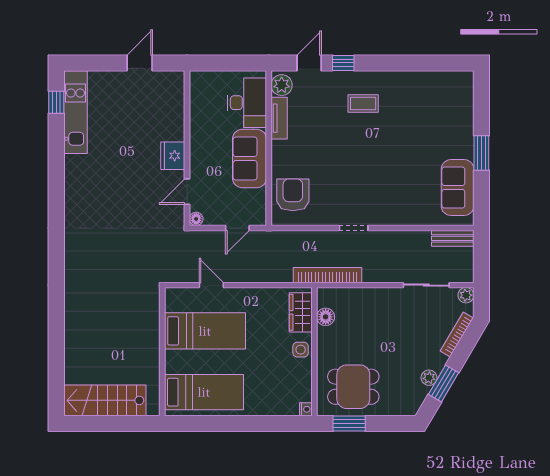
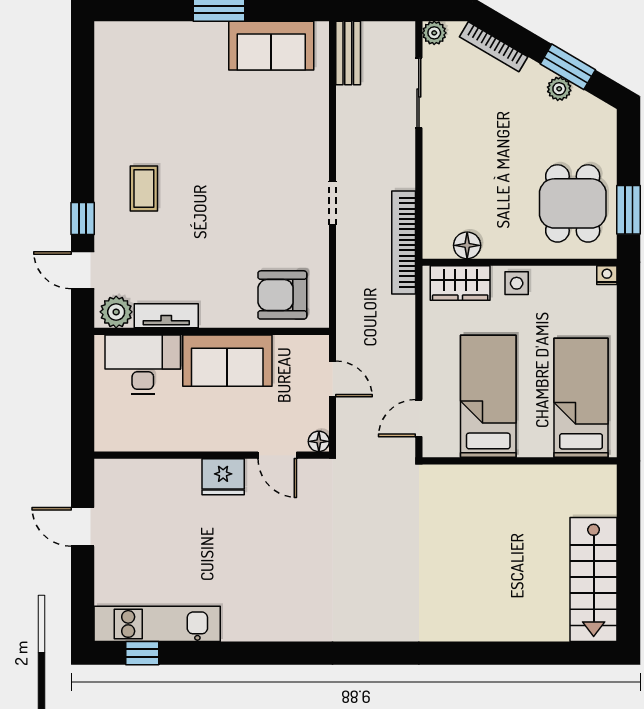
bed: (205, 331) -> (488, 396), moved
wall: (162, 352) -> (520, 461), moved
bed: (204, 392) -> (581, 398), moved

